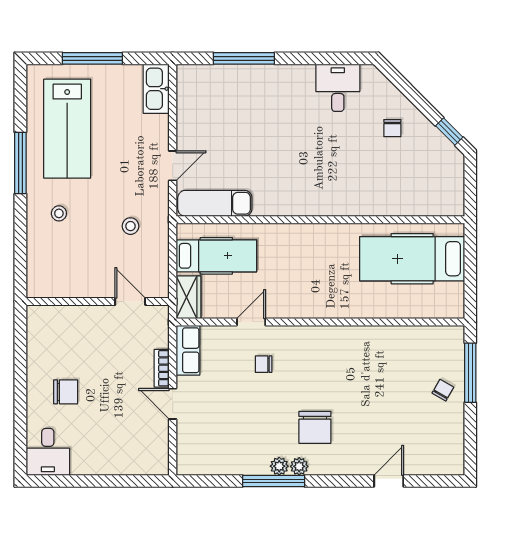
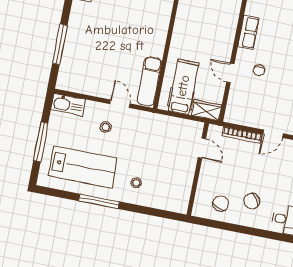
stool: (130, 226) -> (106, 127), moved
door: (130, 302) -> (202, 148), swing flipped
chair: (53, 346) -> (221, 204), added
row of seats: (188, 350) -> (248, 32), moved, turned 90
bookcase: (162, 368) -> (242, 135), width x1.56
chair: (66, 392) -> (252, 201), turned -123

